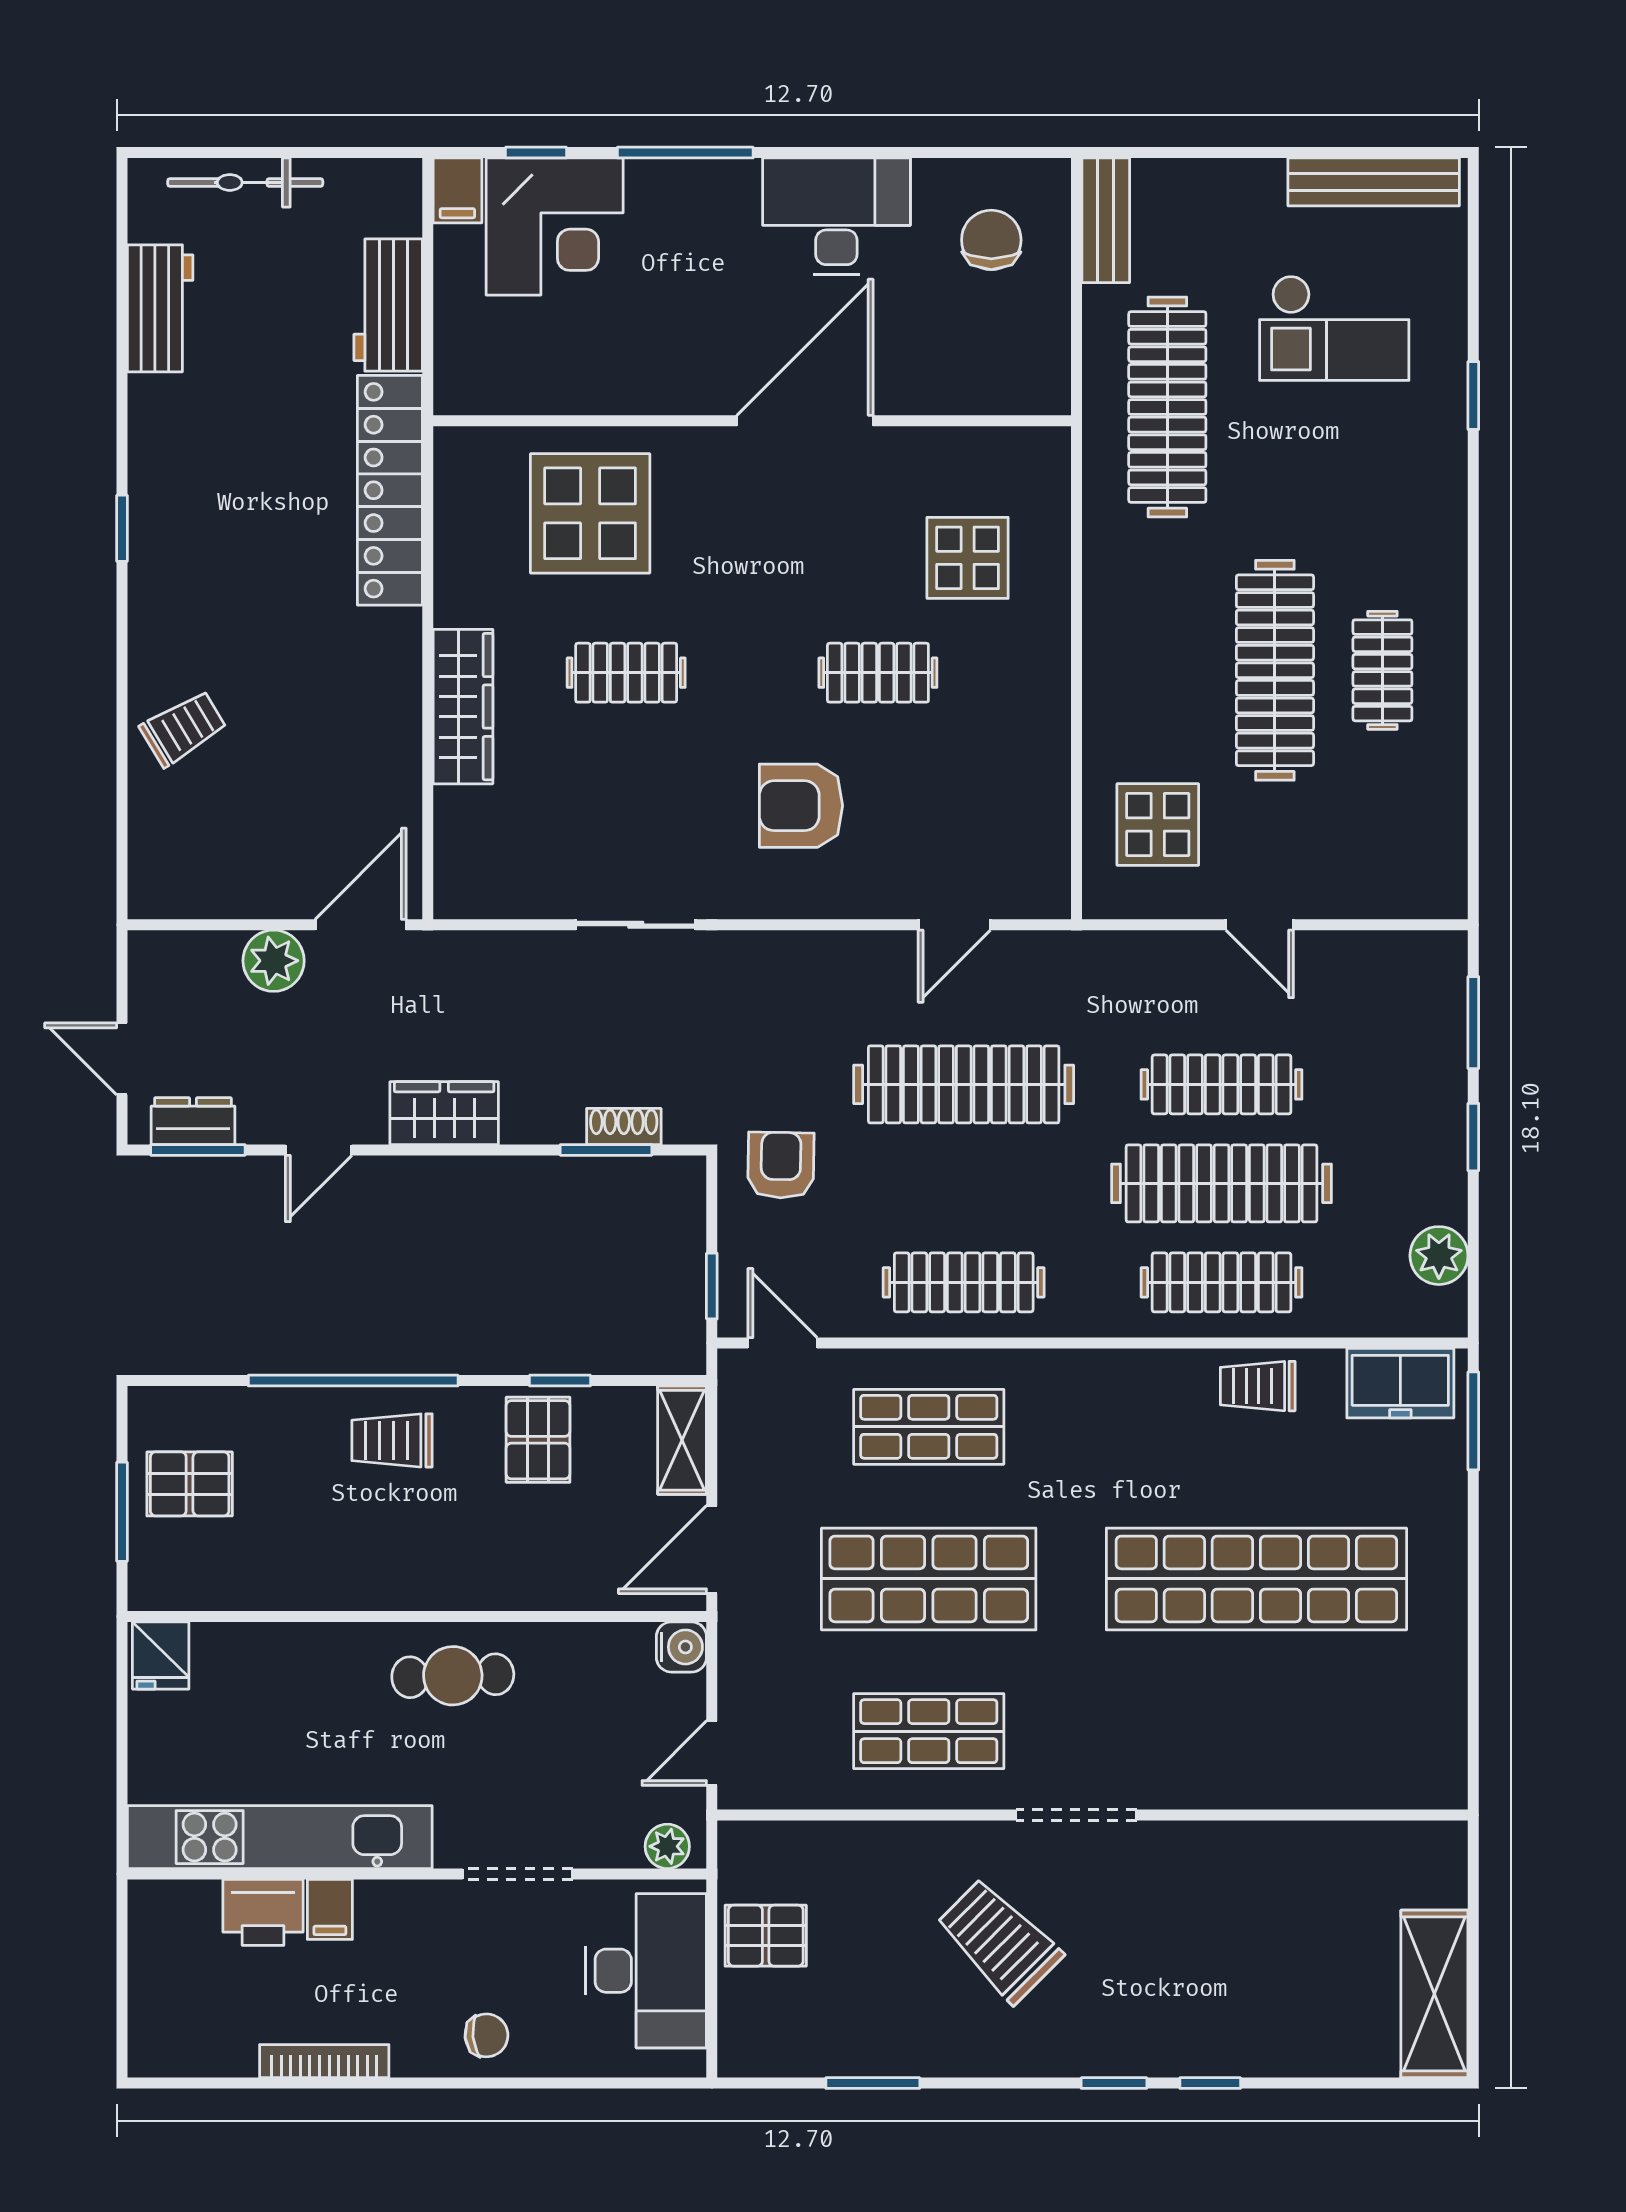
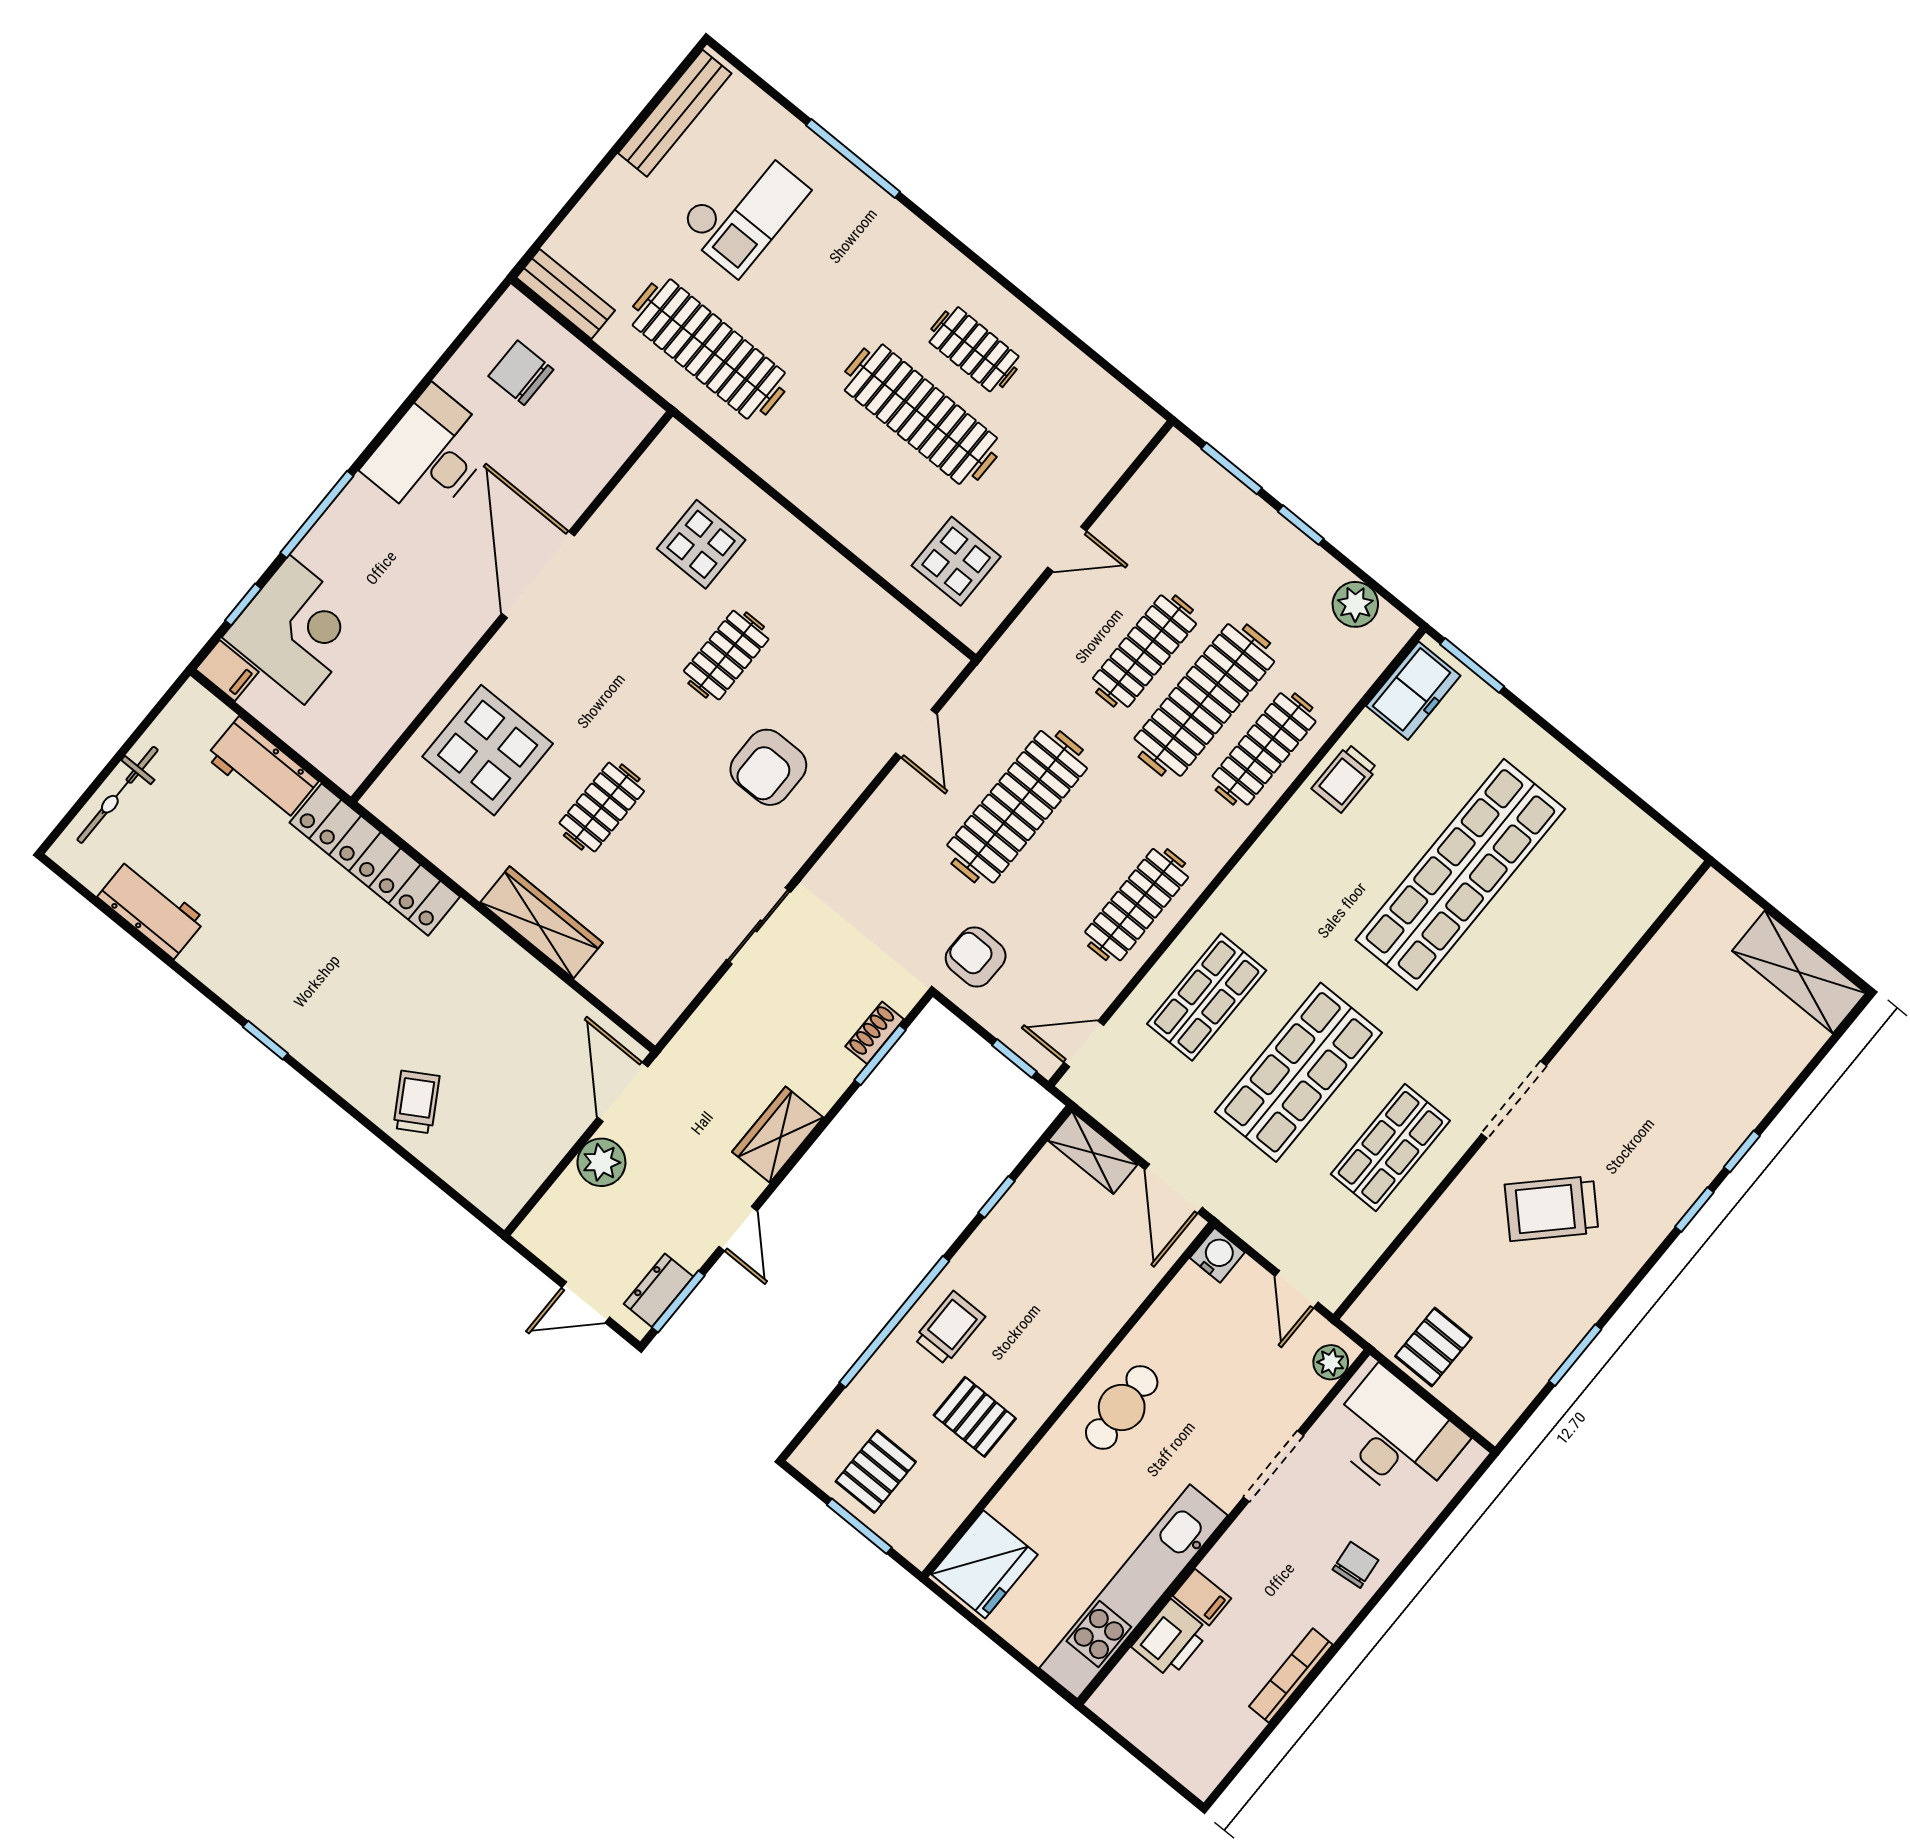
window: (1473, 395) -> (853, 159), width x2.17
trolley: (392, 1440) -> (950, 1328), turned 180
pallet: (538, 1440) -> (975, 1417), moved
fridge: (161, 1655) -> (984, 1564), width x1.88, depth x1.34

